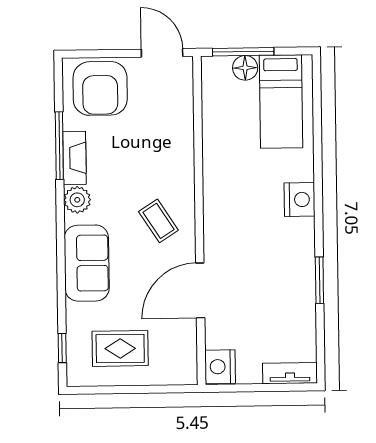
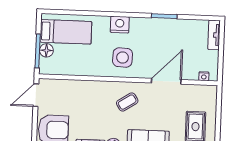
side table: (240, 208) -> (123, 57), added
door: (200, 290) -> (166, 81), swing flipped
nightstand: (220, 367) -> (204, 76), width x0.53, depth x0.56

